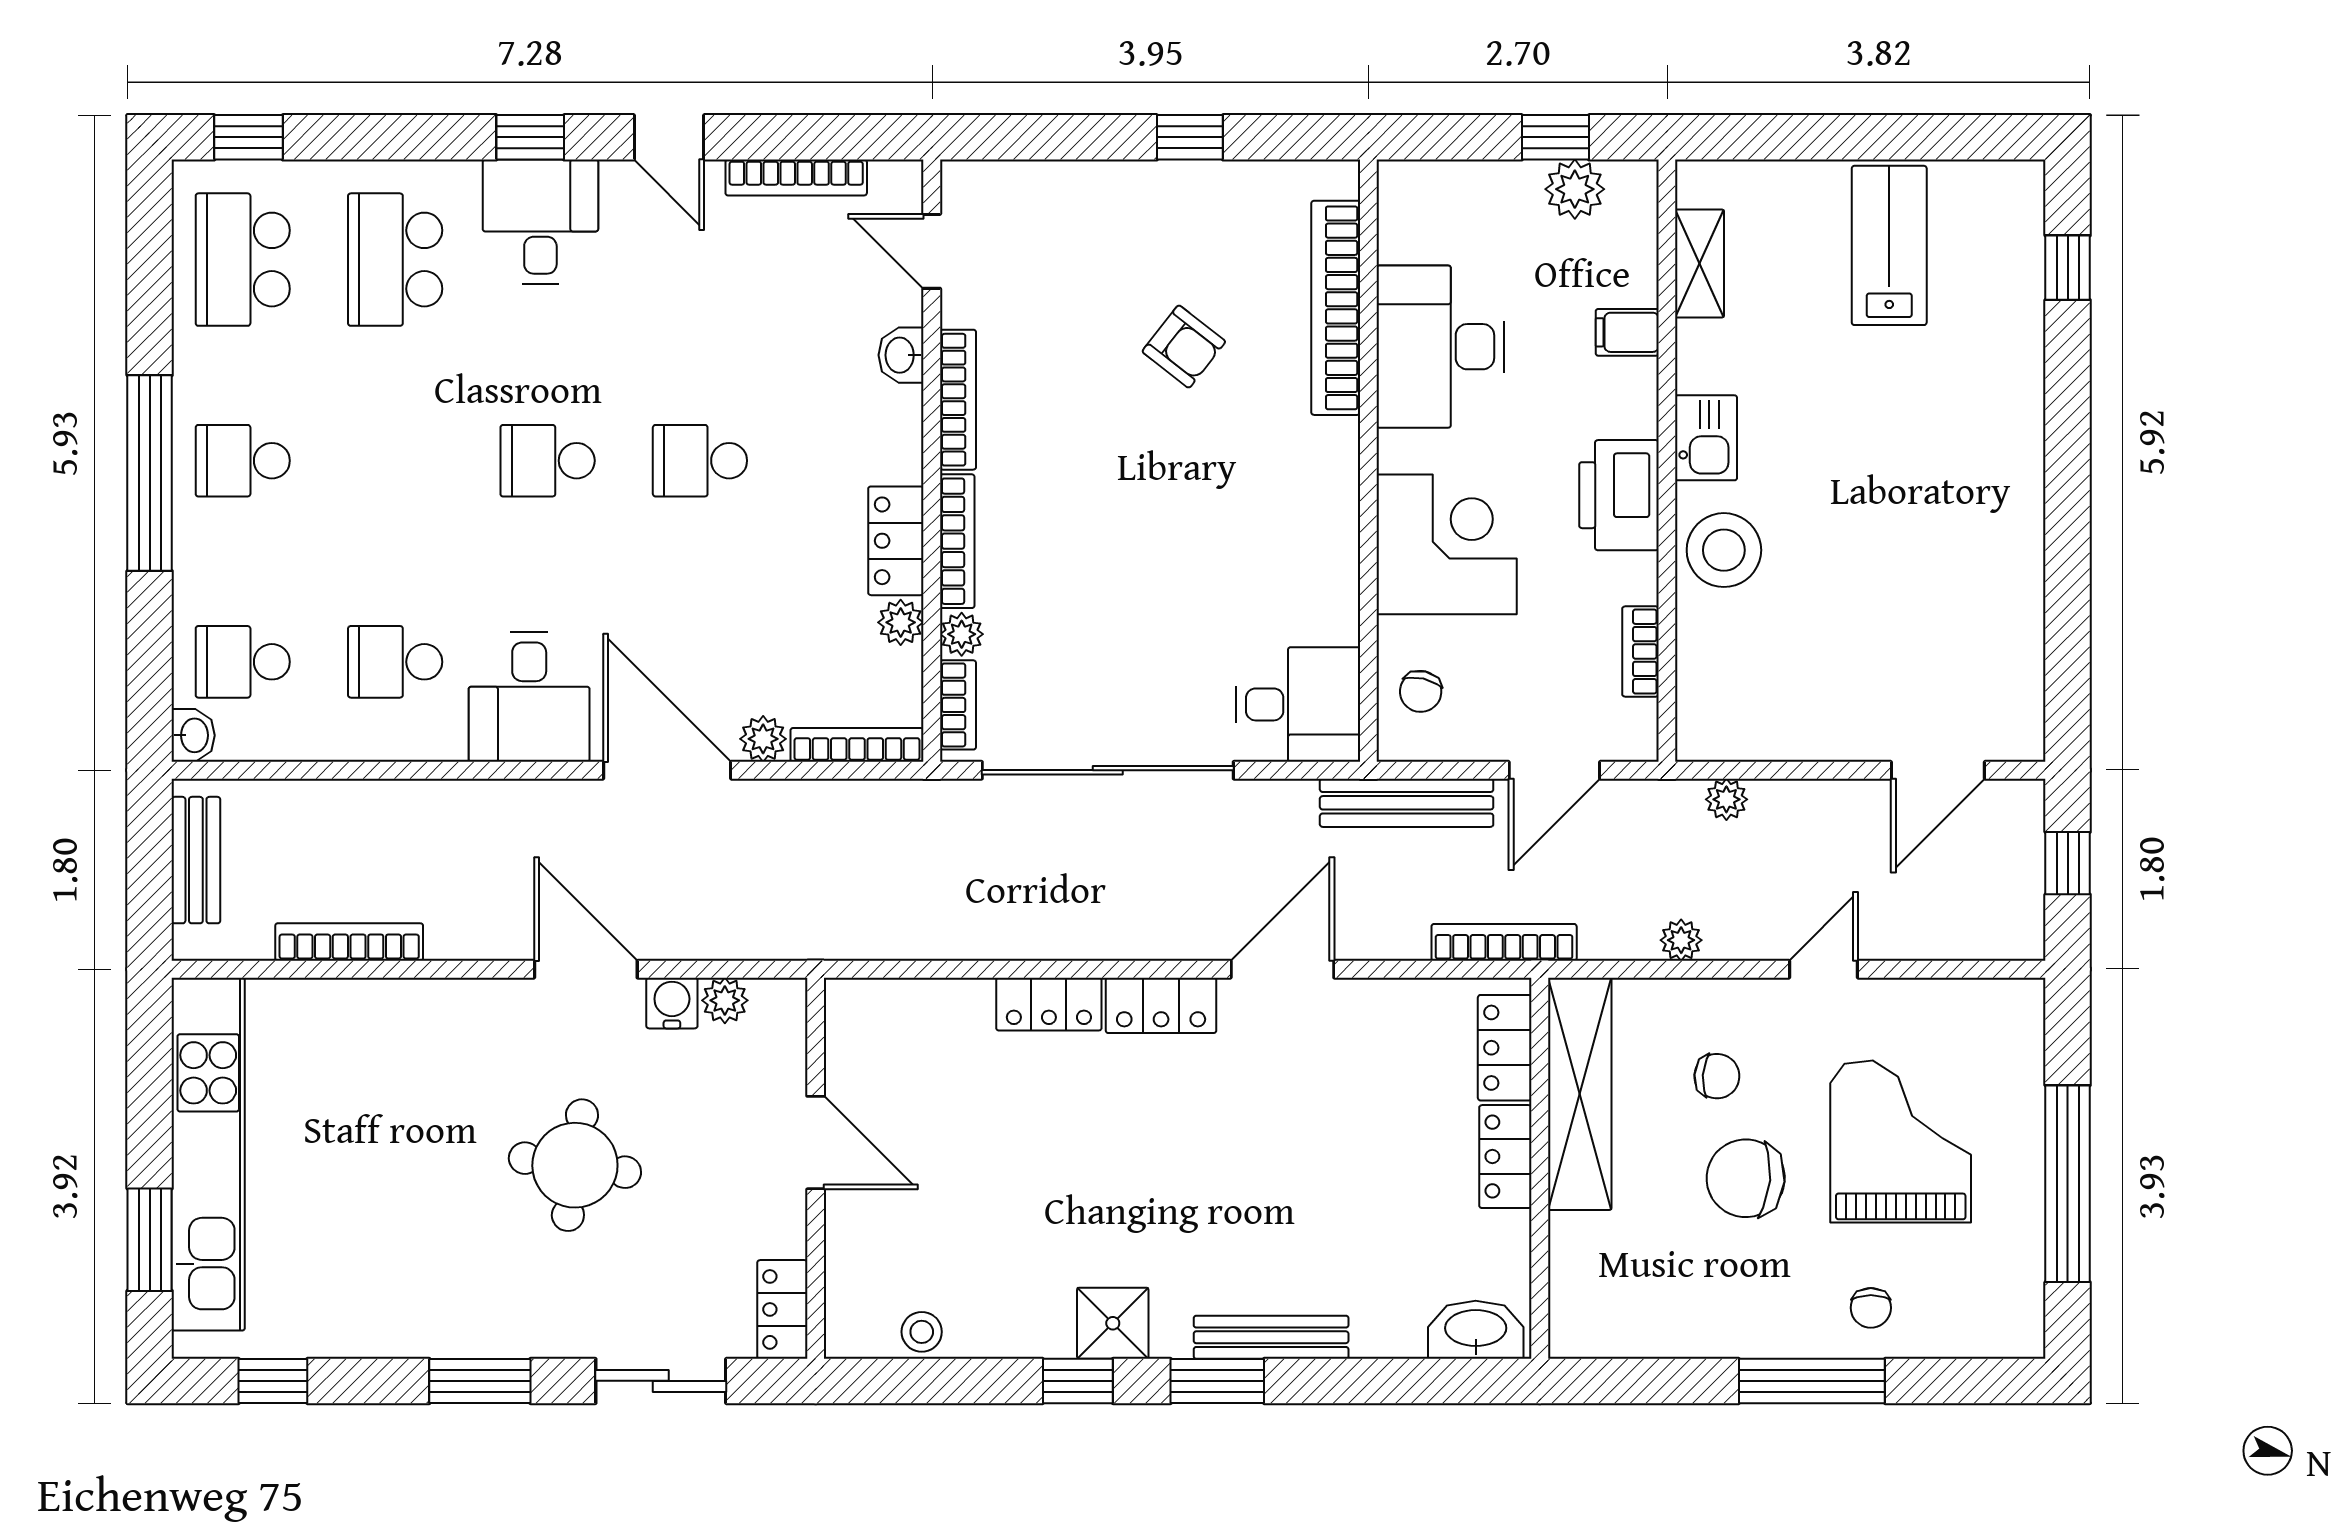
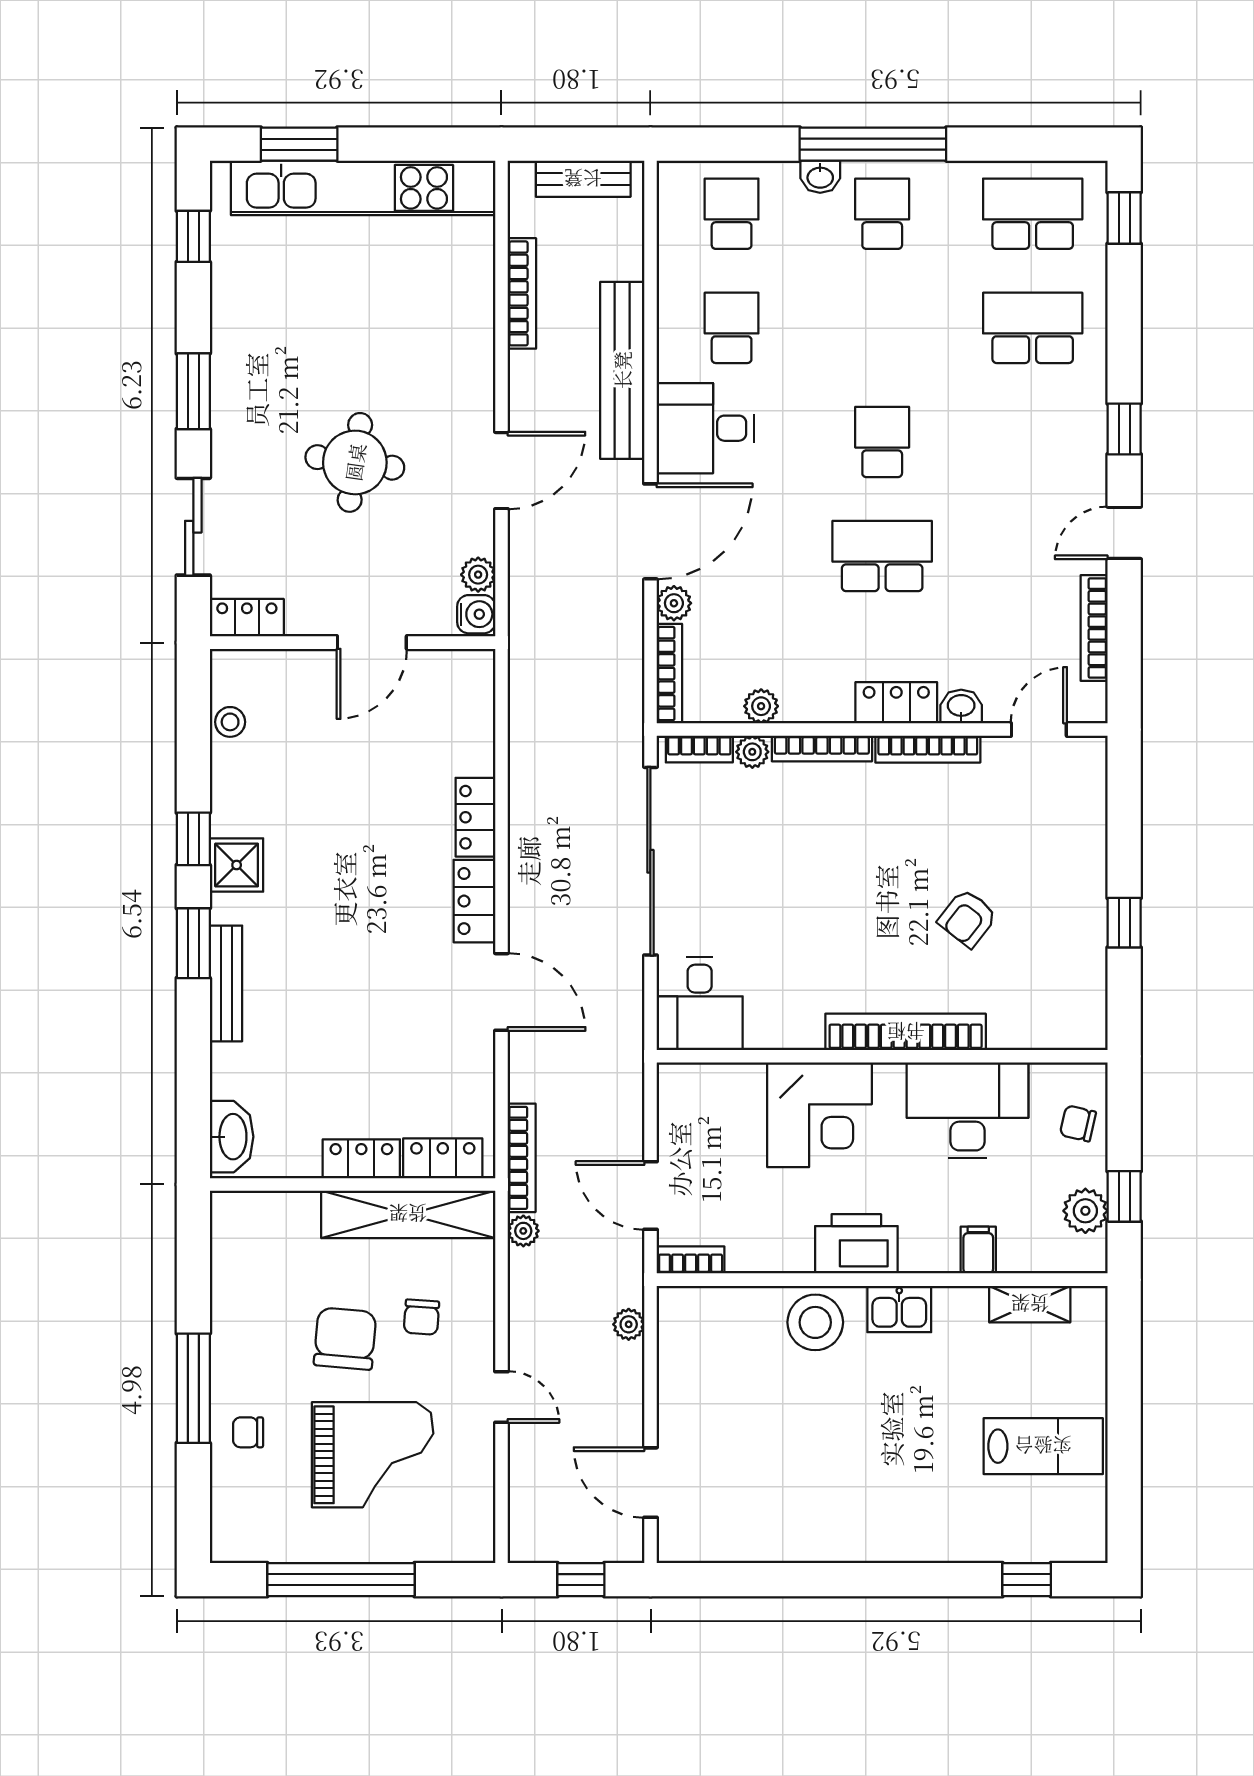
desk: (540, 222) -> (1061, 437), removed
bookcase: (1336, 308) -> (906, 1032), moved
school desk: (700, 461) -> (882, 556), width x1.85
locker: (896, 541) -> (896, 703), moved
bookcase: (1640, 651) -> (691, 1260), moved
chair: (1421, 691) -> (1078, 1123), moved
washbasin: (193, 735) -> (820, 177), moved
bench: (1407, 803) -> (622, 370), moved, width x1.37, depth x1.21
plant: (1681, 940) -> (523, 1231), moved
water cooler: (672, 1003) -> (476, 614), moved

